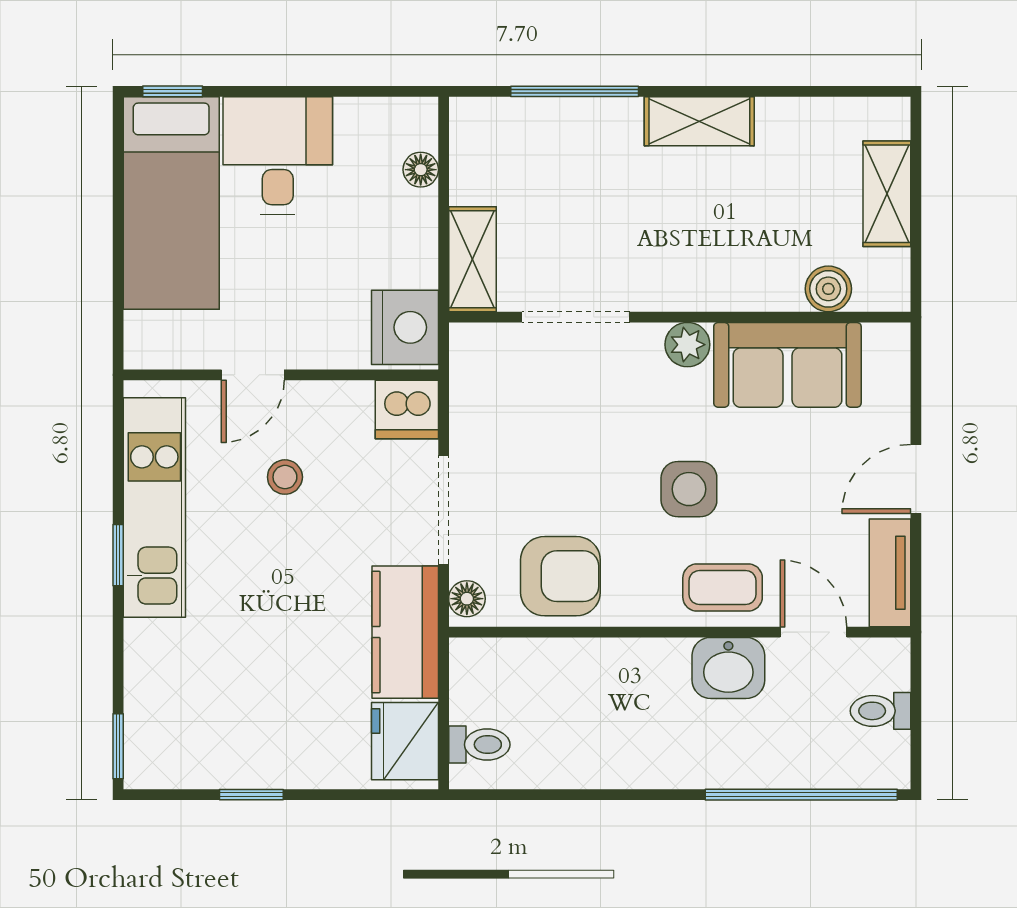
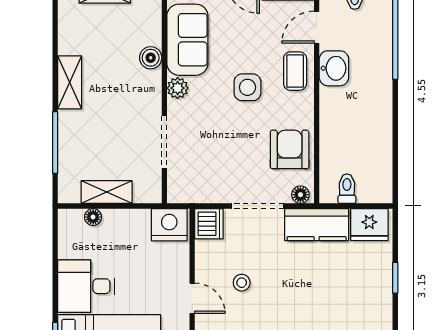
shelving: (472, 259) -> (107, 192), moved
boiler: (828, 289) -> (151, 58), moved
toilet: (479, 745) -> (347, 189), moved
window: (251, 795) -> (395, 278), moved

